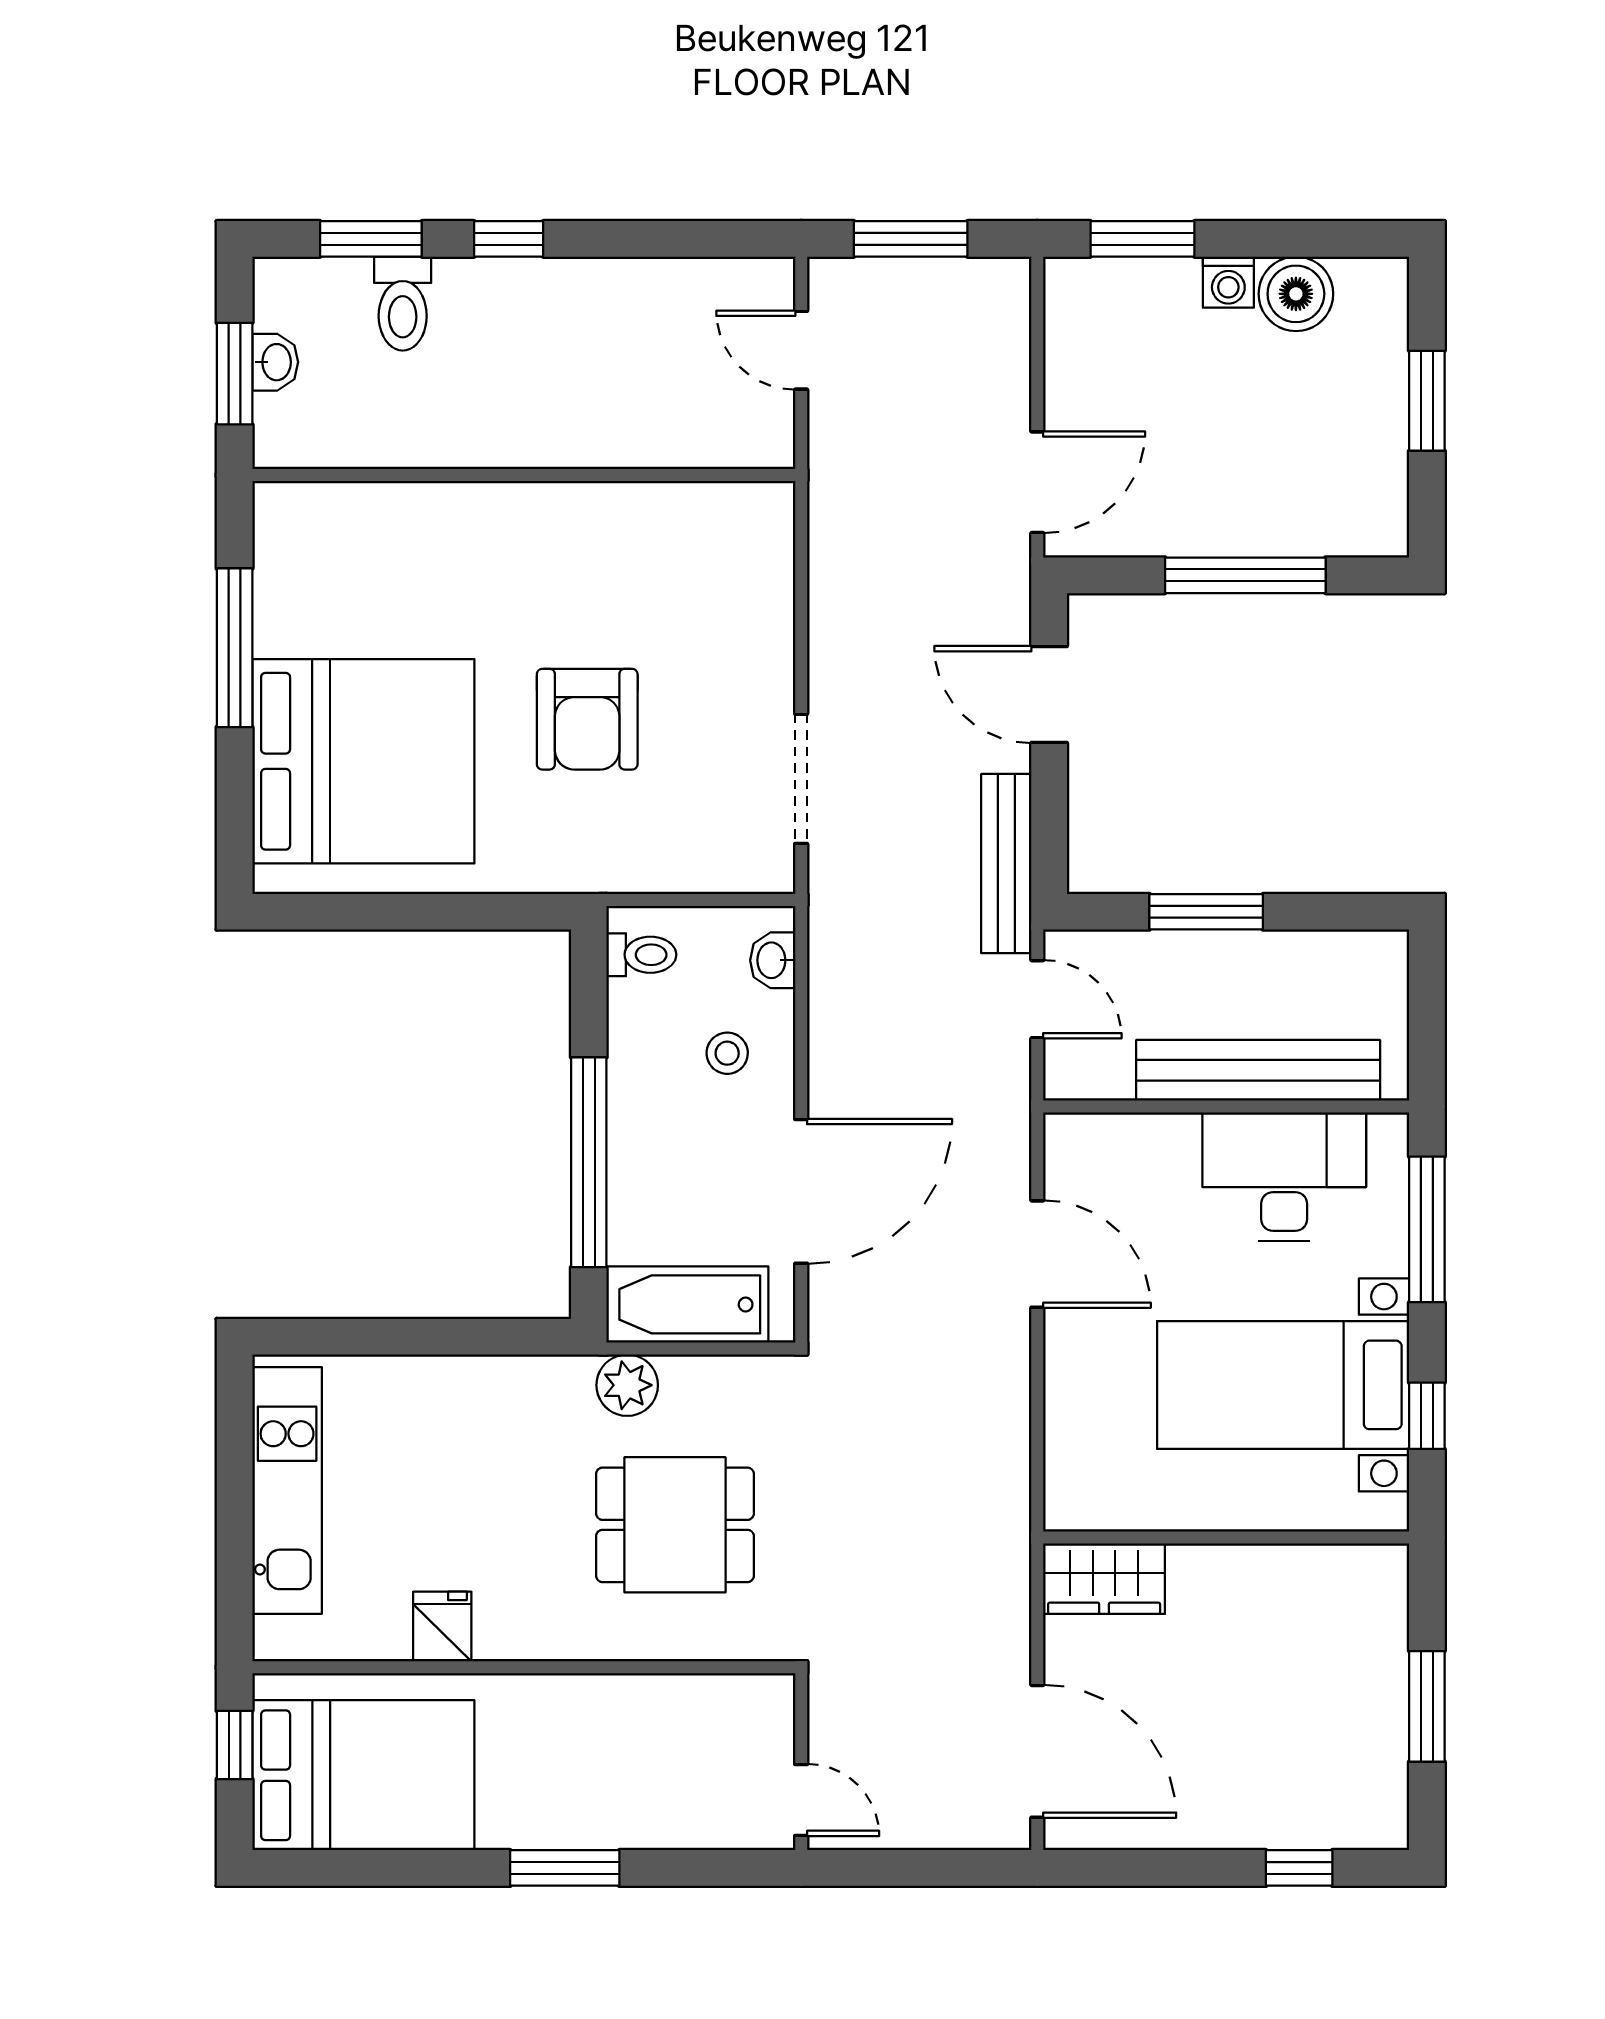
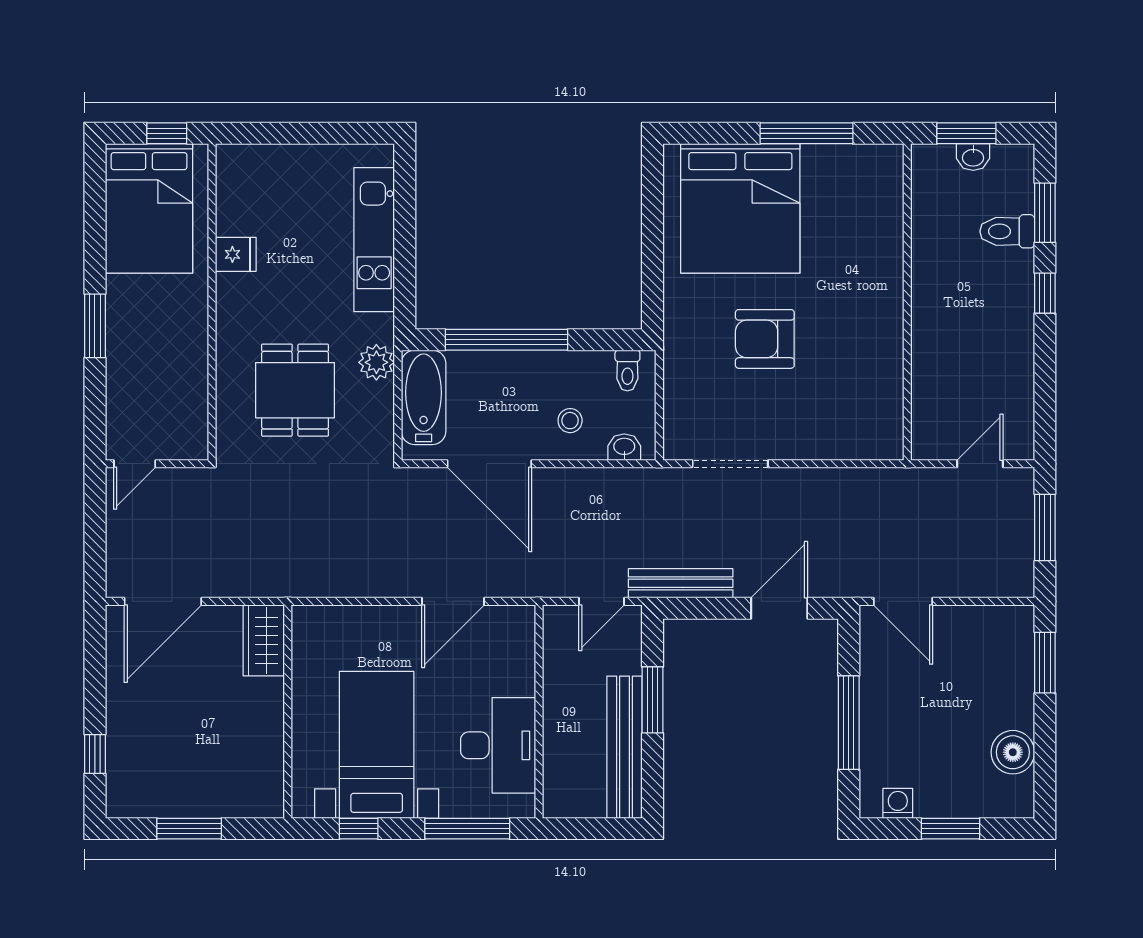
washing machine: (1228, 282) -> (898, 803), moved, turned 90
bench: (1258, 1070) -> (625, 747), moved
kitchen unit: (287, 1490) -> (374, 240), moved, turned 90

